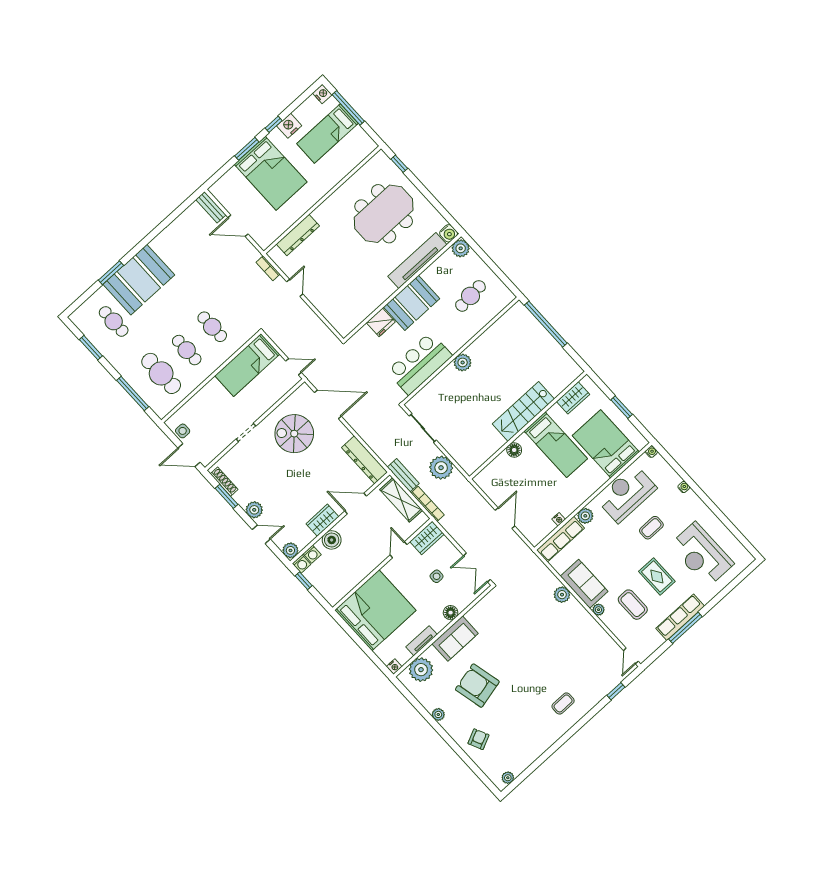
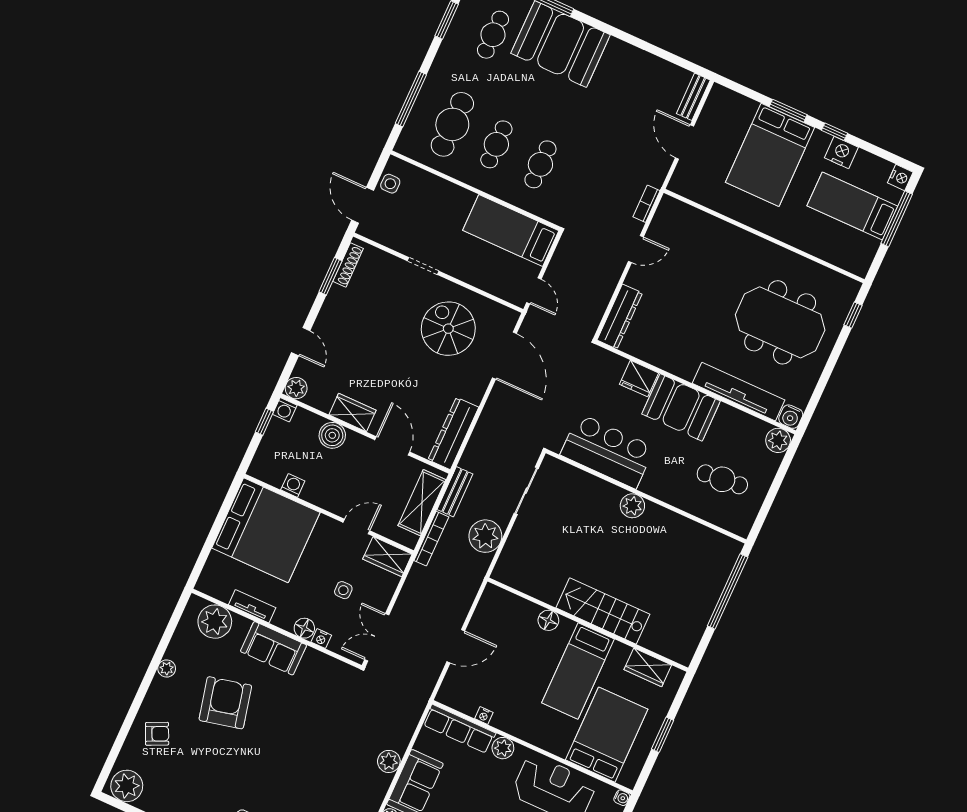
dresser: (298, 235) -> (620, 317), moved, turned -90
plant: (254, 510) -> (328, 319), removed
washing machine: (312, 554) -> (293, 485), moved, turned 180
nightstand: (394, 666) -> (321, 639), moved
plant: (508, 778) -> (127, 786), width x1.87, depth x1.87

